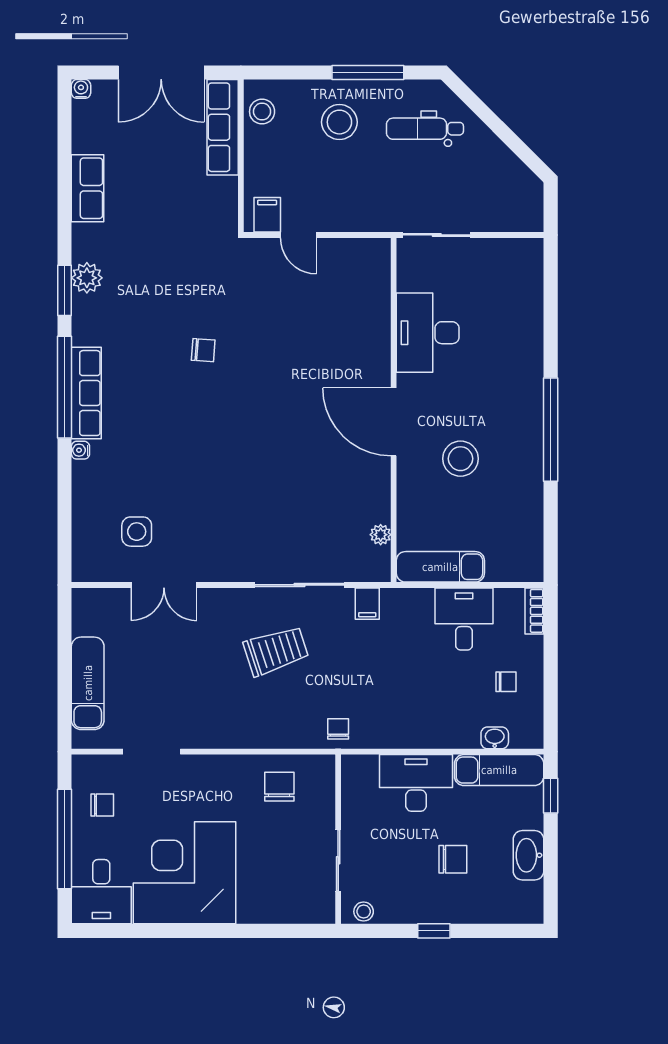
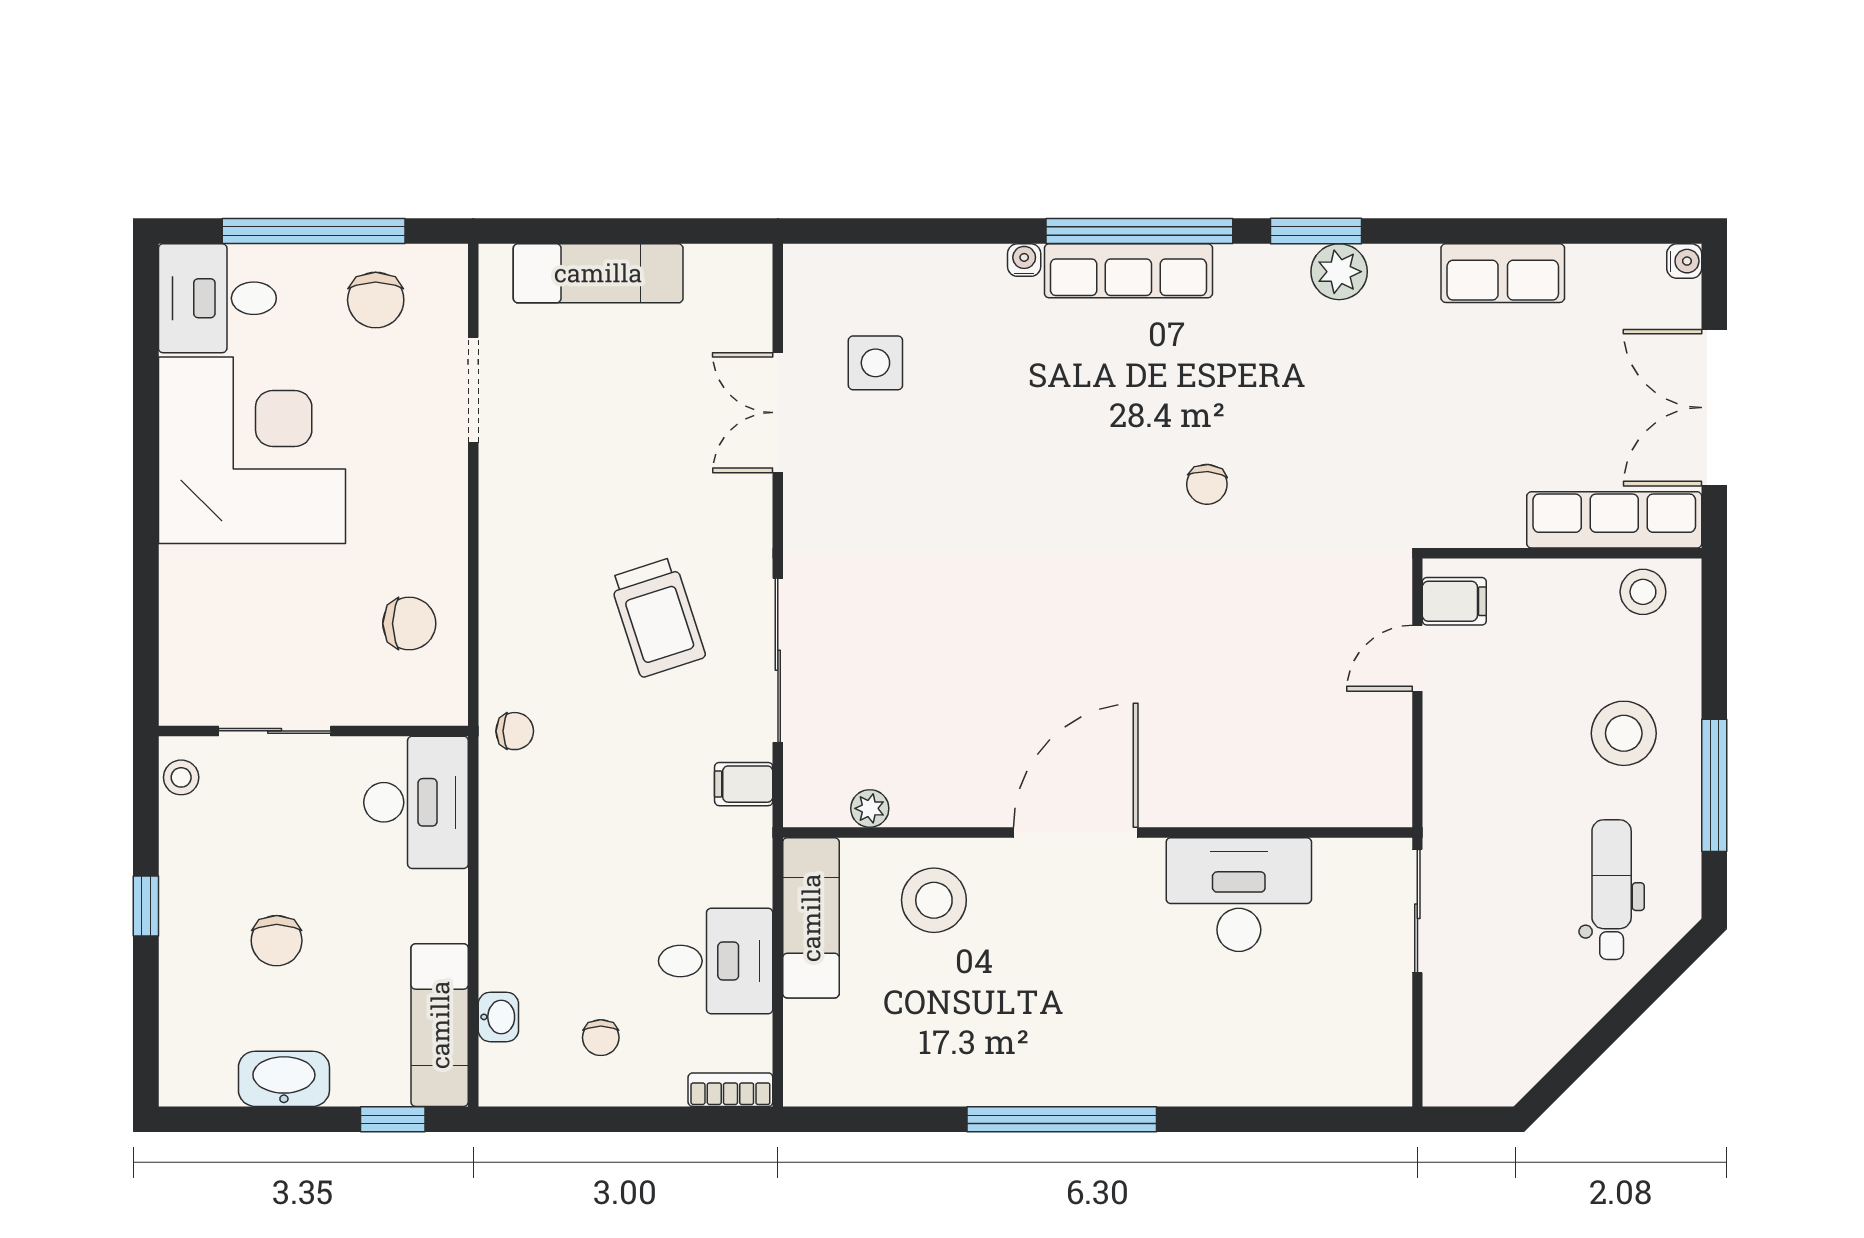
stool: (461, 459) -> (934, 900), moved
desk: (416, 783) -> (416, 802), moved
chair: (102, 805) -> (376, 300), width x1.37, depth x1.37

